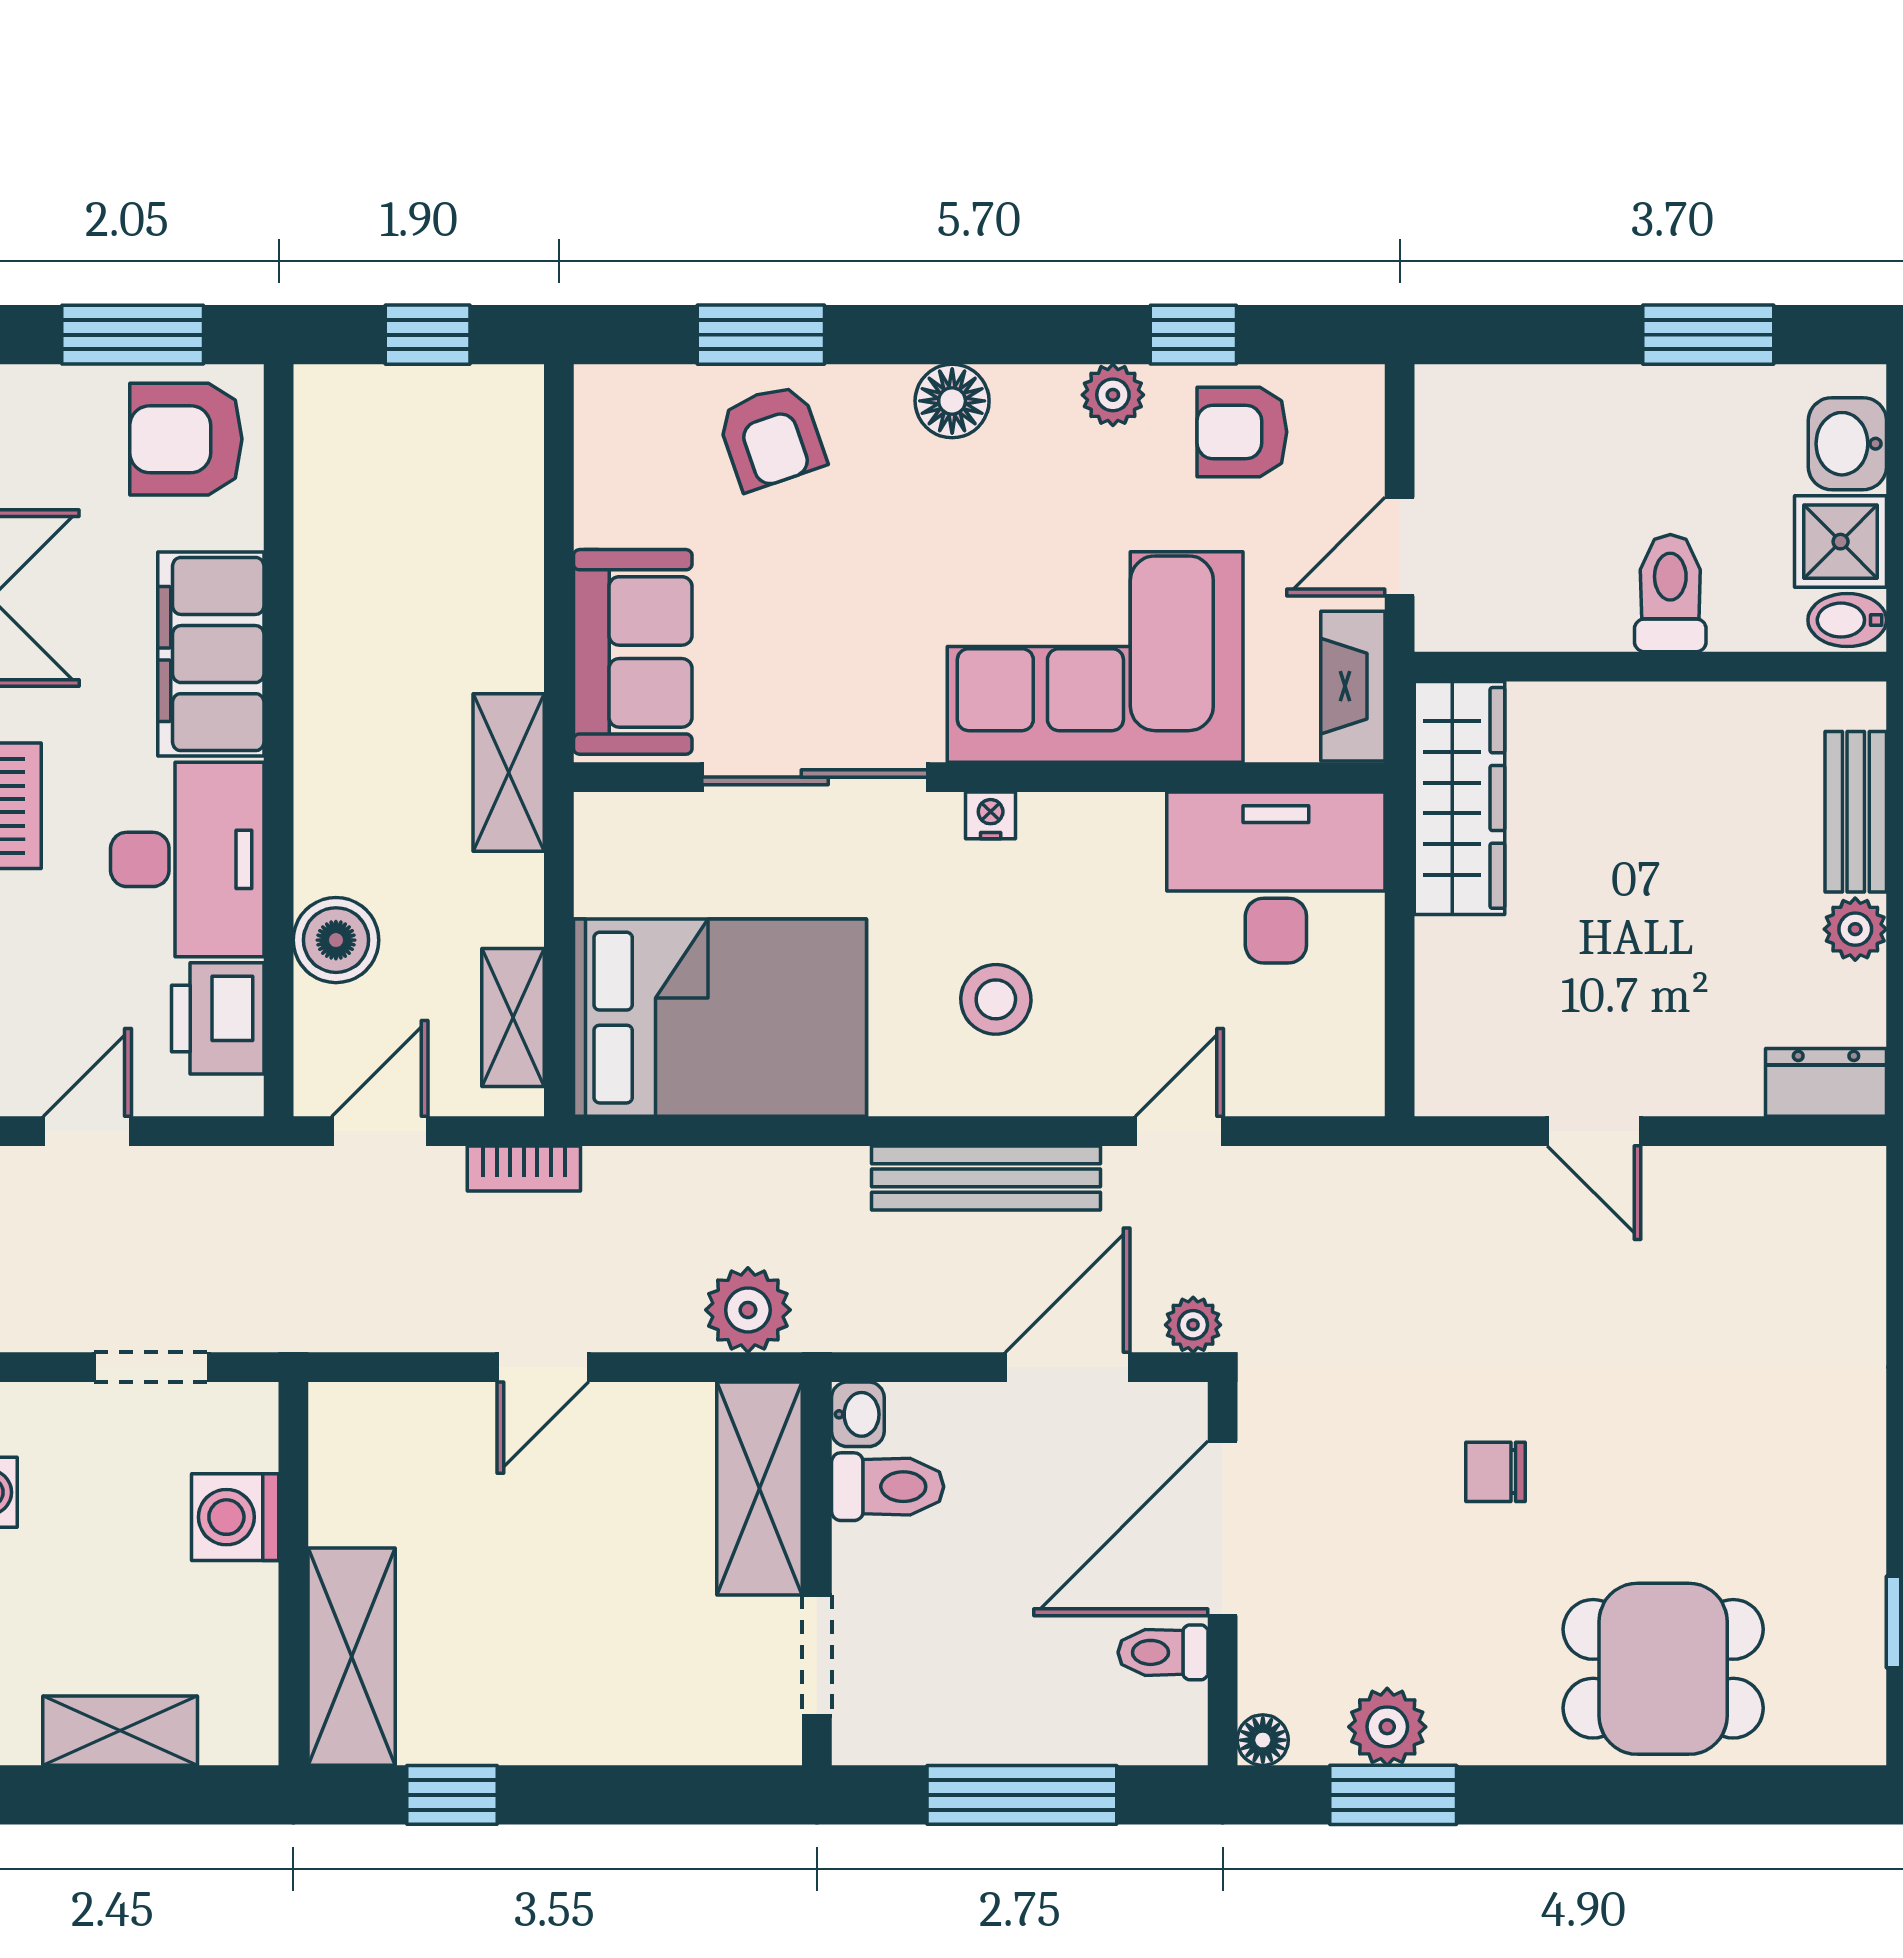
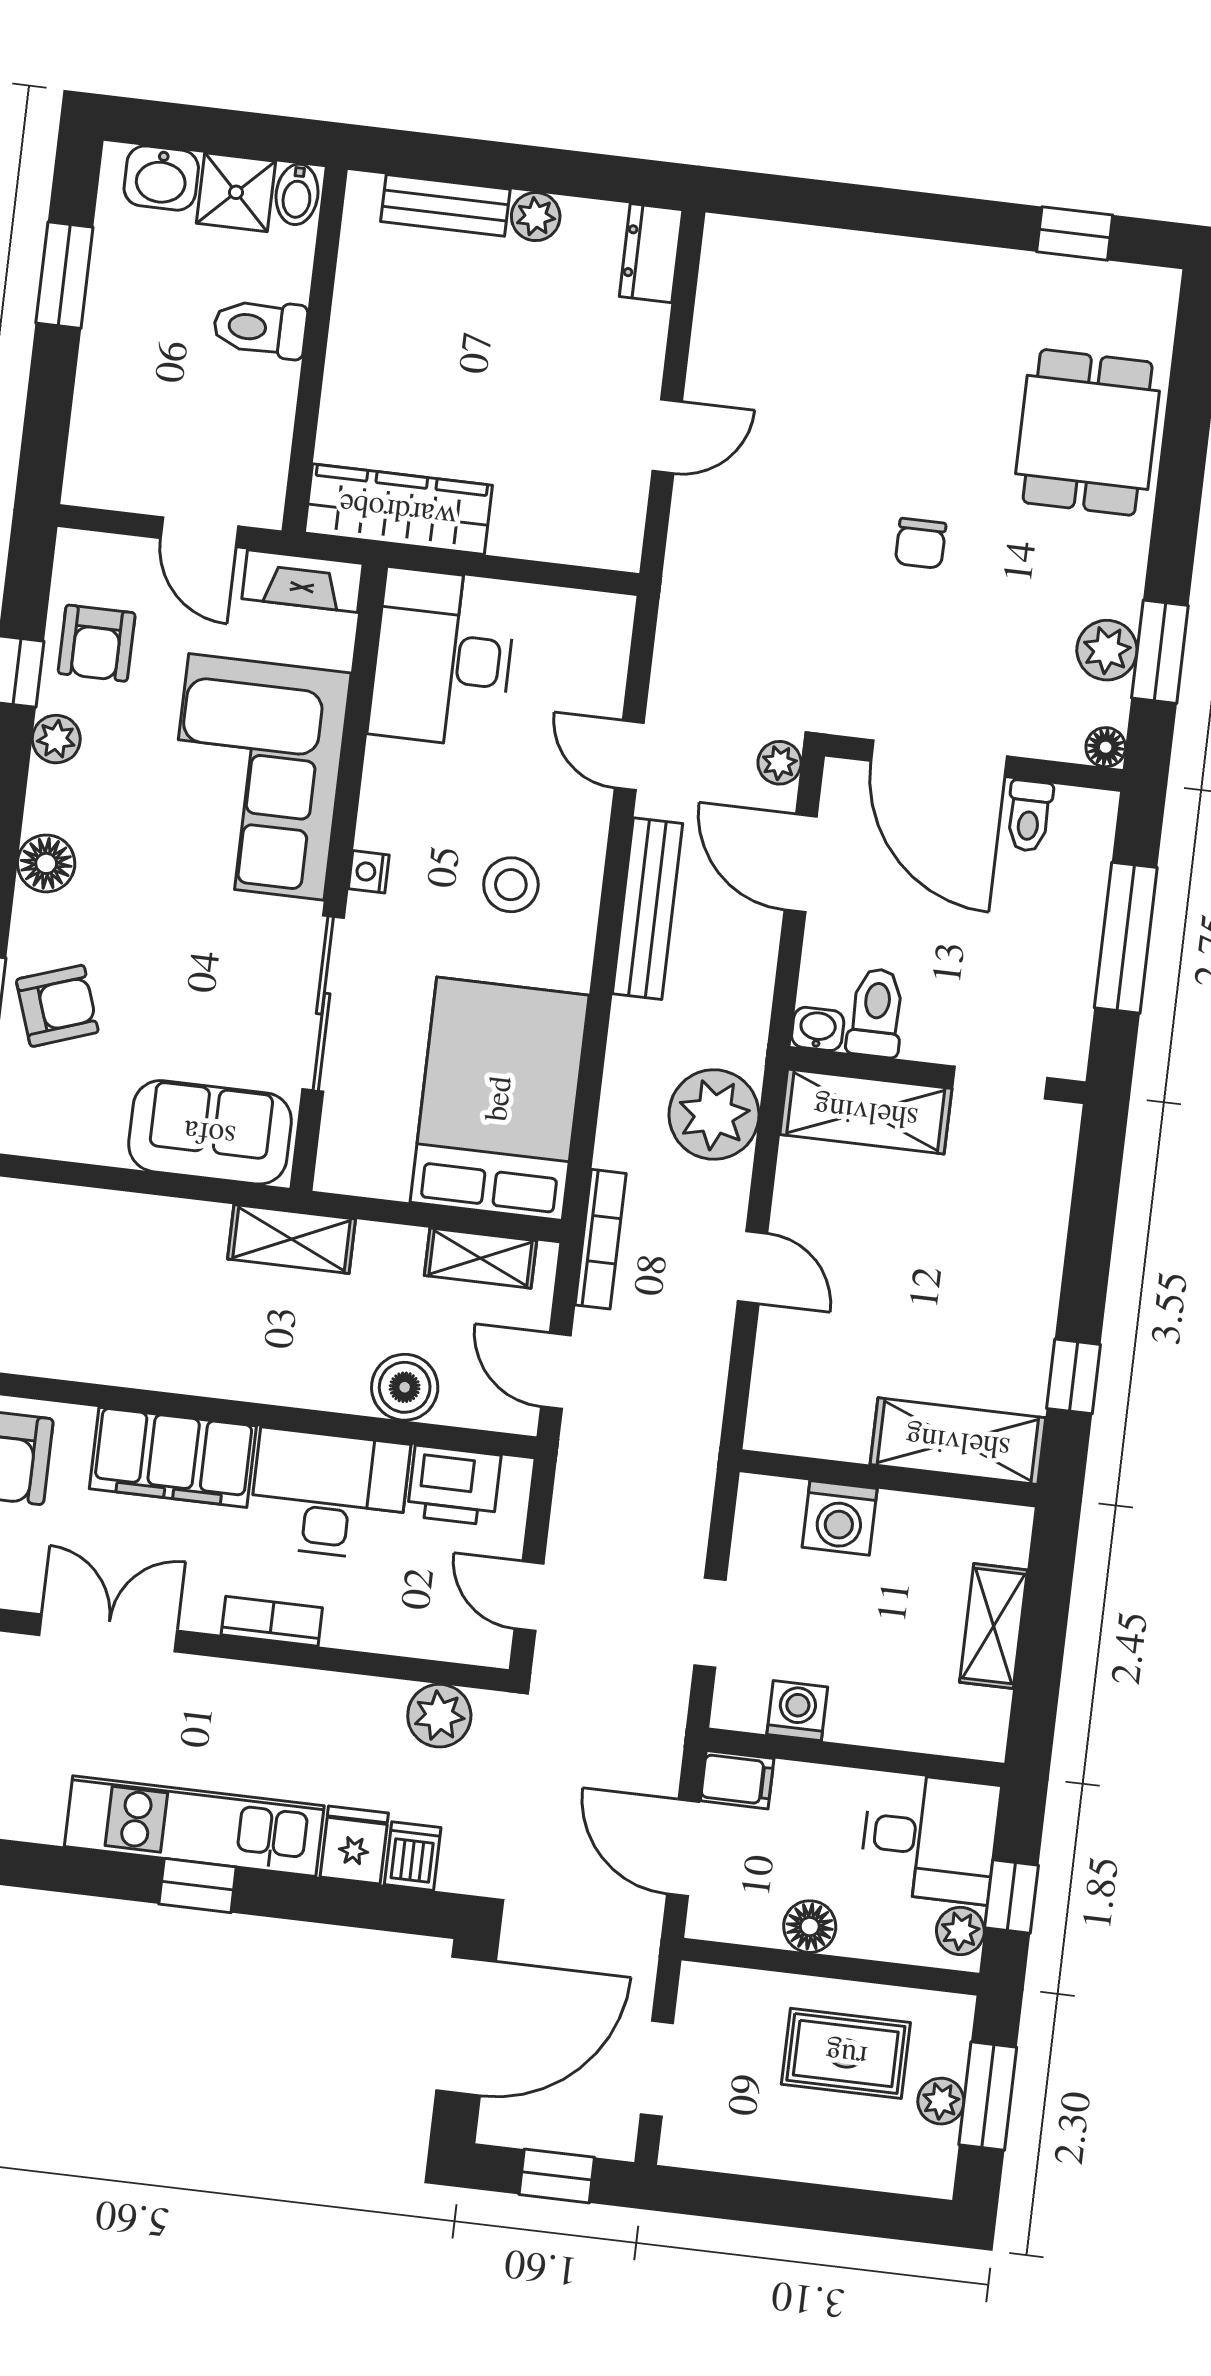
bookcase: (524, 1169) -> (601, 1239), width x1.56
plant: (748, 1310) -> (714, 1115), width x1.36, depth x1.36
doorway: (151, 1367) -> (710, 1623), moved

